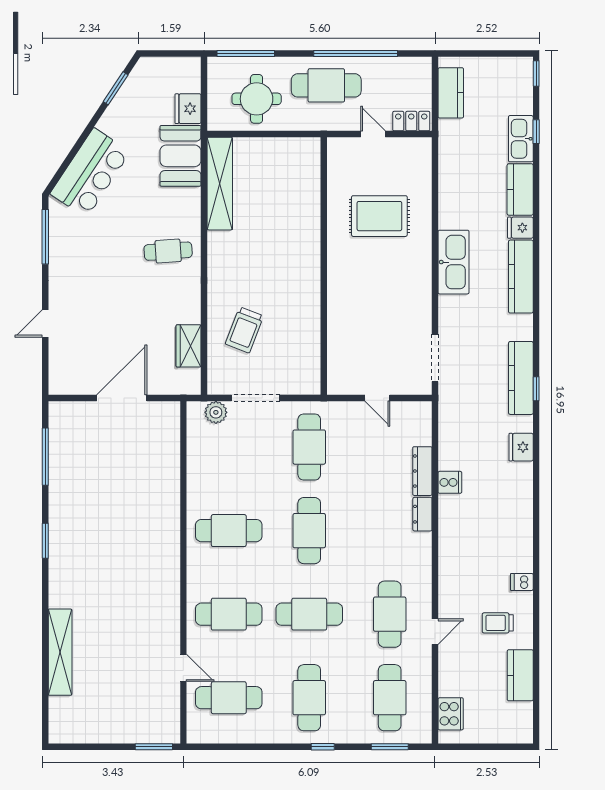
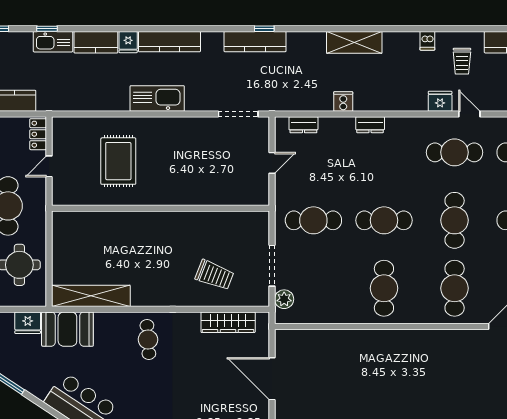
wardrobe: (189, 346) -> (228, 322), width x1.50
fridge: (521, 447) -> (440, 101), moved, turned 180
dresser: (422, 471) -> (303, 125), moved, width x0.70
shelving: (520, 495) -> (354, 42), added

